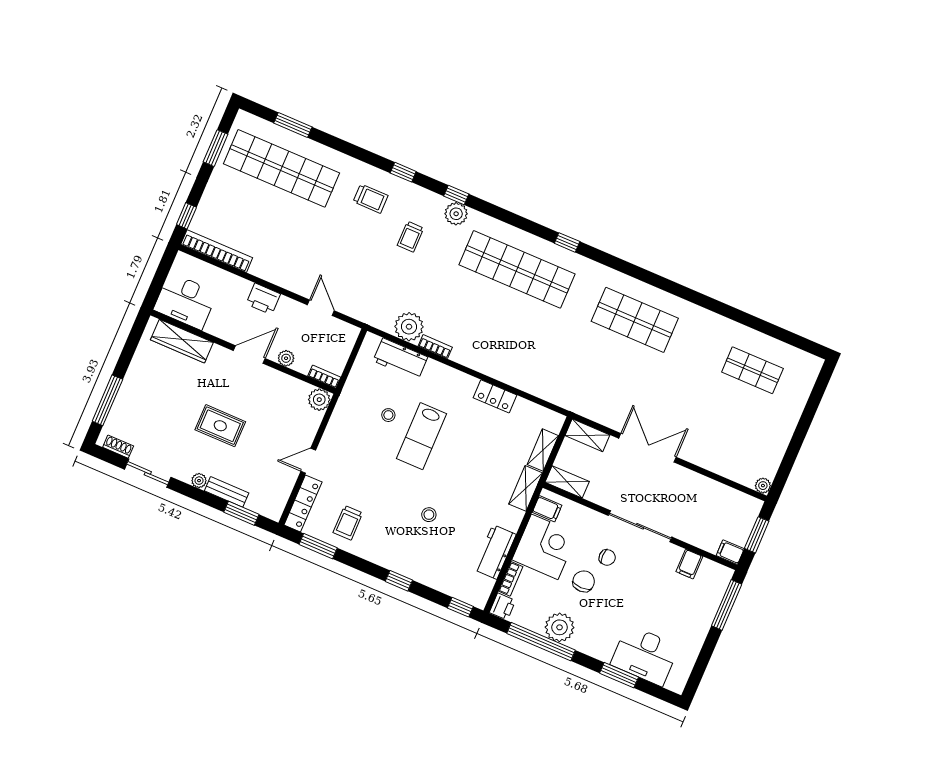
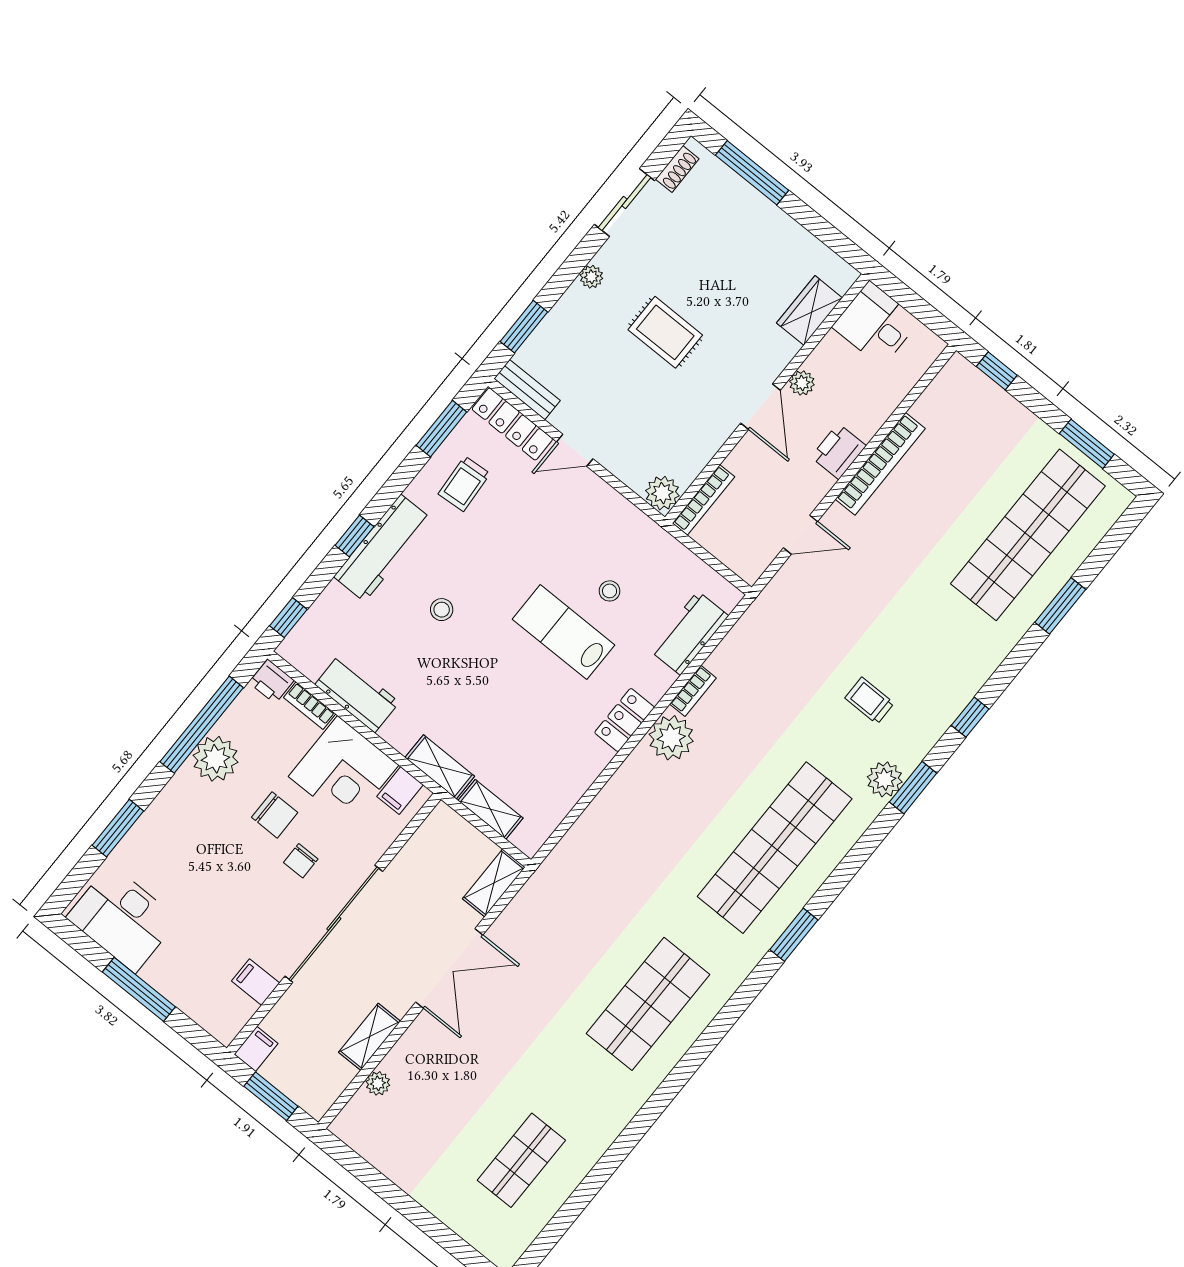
window: (293, 125) -> (1060, 606), moved
window: (456, 195) -> (913, 788), width x1.50
trolley: (371, 199) -> (944, 657), removed
window: (567, 242) -> (794, 935), width x1.50
bookcase: (217, 251) -> (880, 464), moved
desk: (185, 301) -> (876, 324), width x0.73
plant: (409, 327) -> (671, 738), moved
wardrobe: (182, 341) -> (810, 310), width x0.67
plant: (286, 358) -> (802, 383), moved
bookcase: (324, 377) -> (703, 500), width x1.56
locker: (495, 396) -> (624, 720), moved
rug: (220, 426) -> (665, 332), turned 90
door: (308, 461) -> (575, 450), swing flipped
shelving: (567, 482) -> (370, 1037), moved
plant: (763, 486) -> (378, 1083), moved
bench: (227, 492) -> (527, 390), moved, turned 90
trolley: (348, 523) -> (464, 484), turned -94
sliding door: (640, 526) -> (334, 924), width x1.36
workbench: (401, 561) -> (383, 548), added
window: (727, 605) -> (139, 989), moved
desk: (645, 655) -> (122, 919), moved, turned -90

